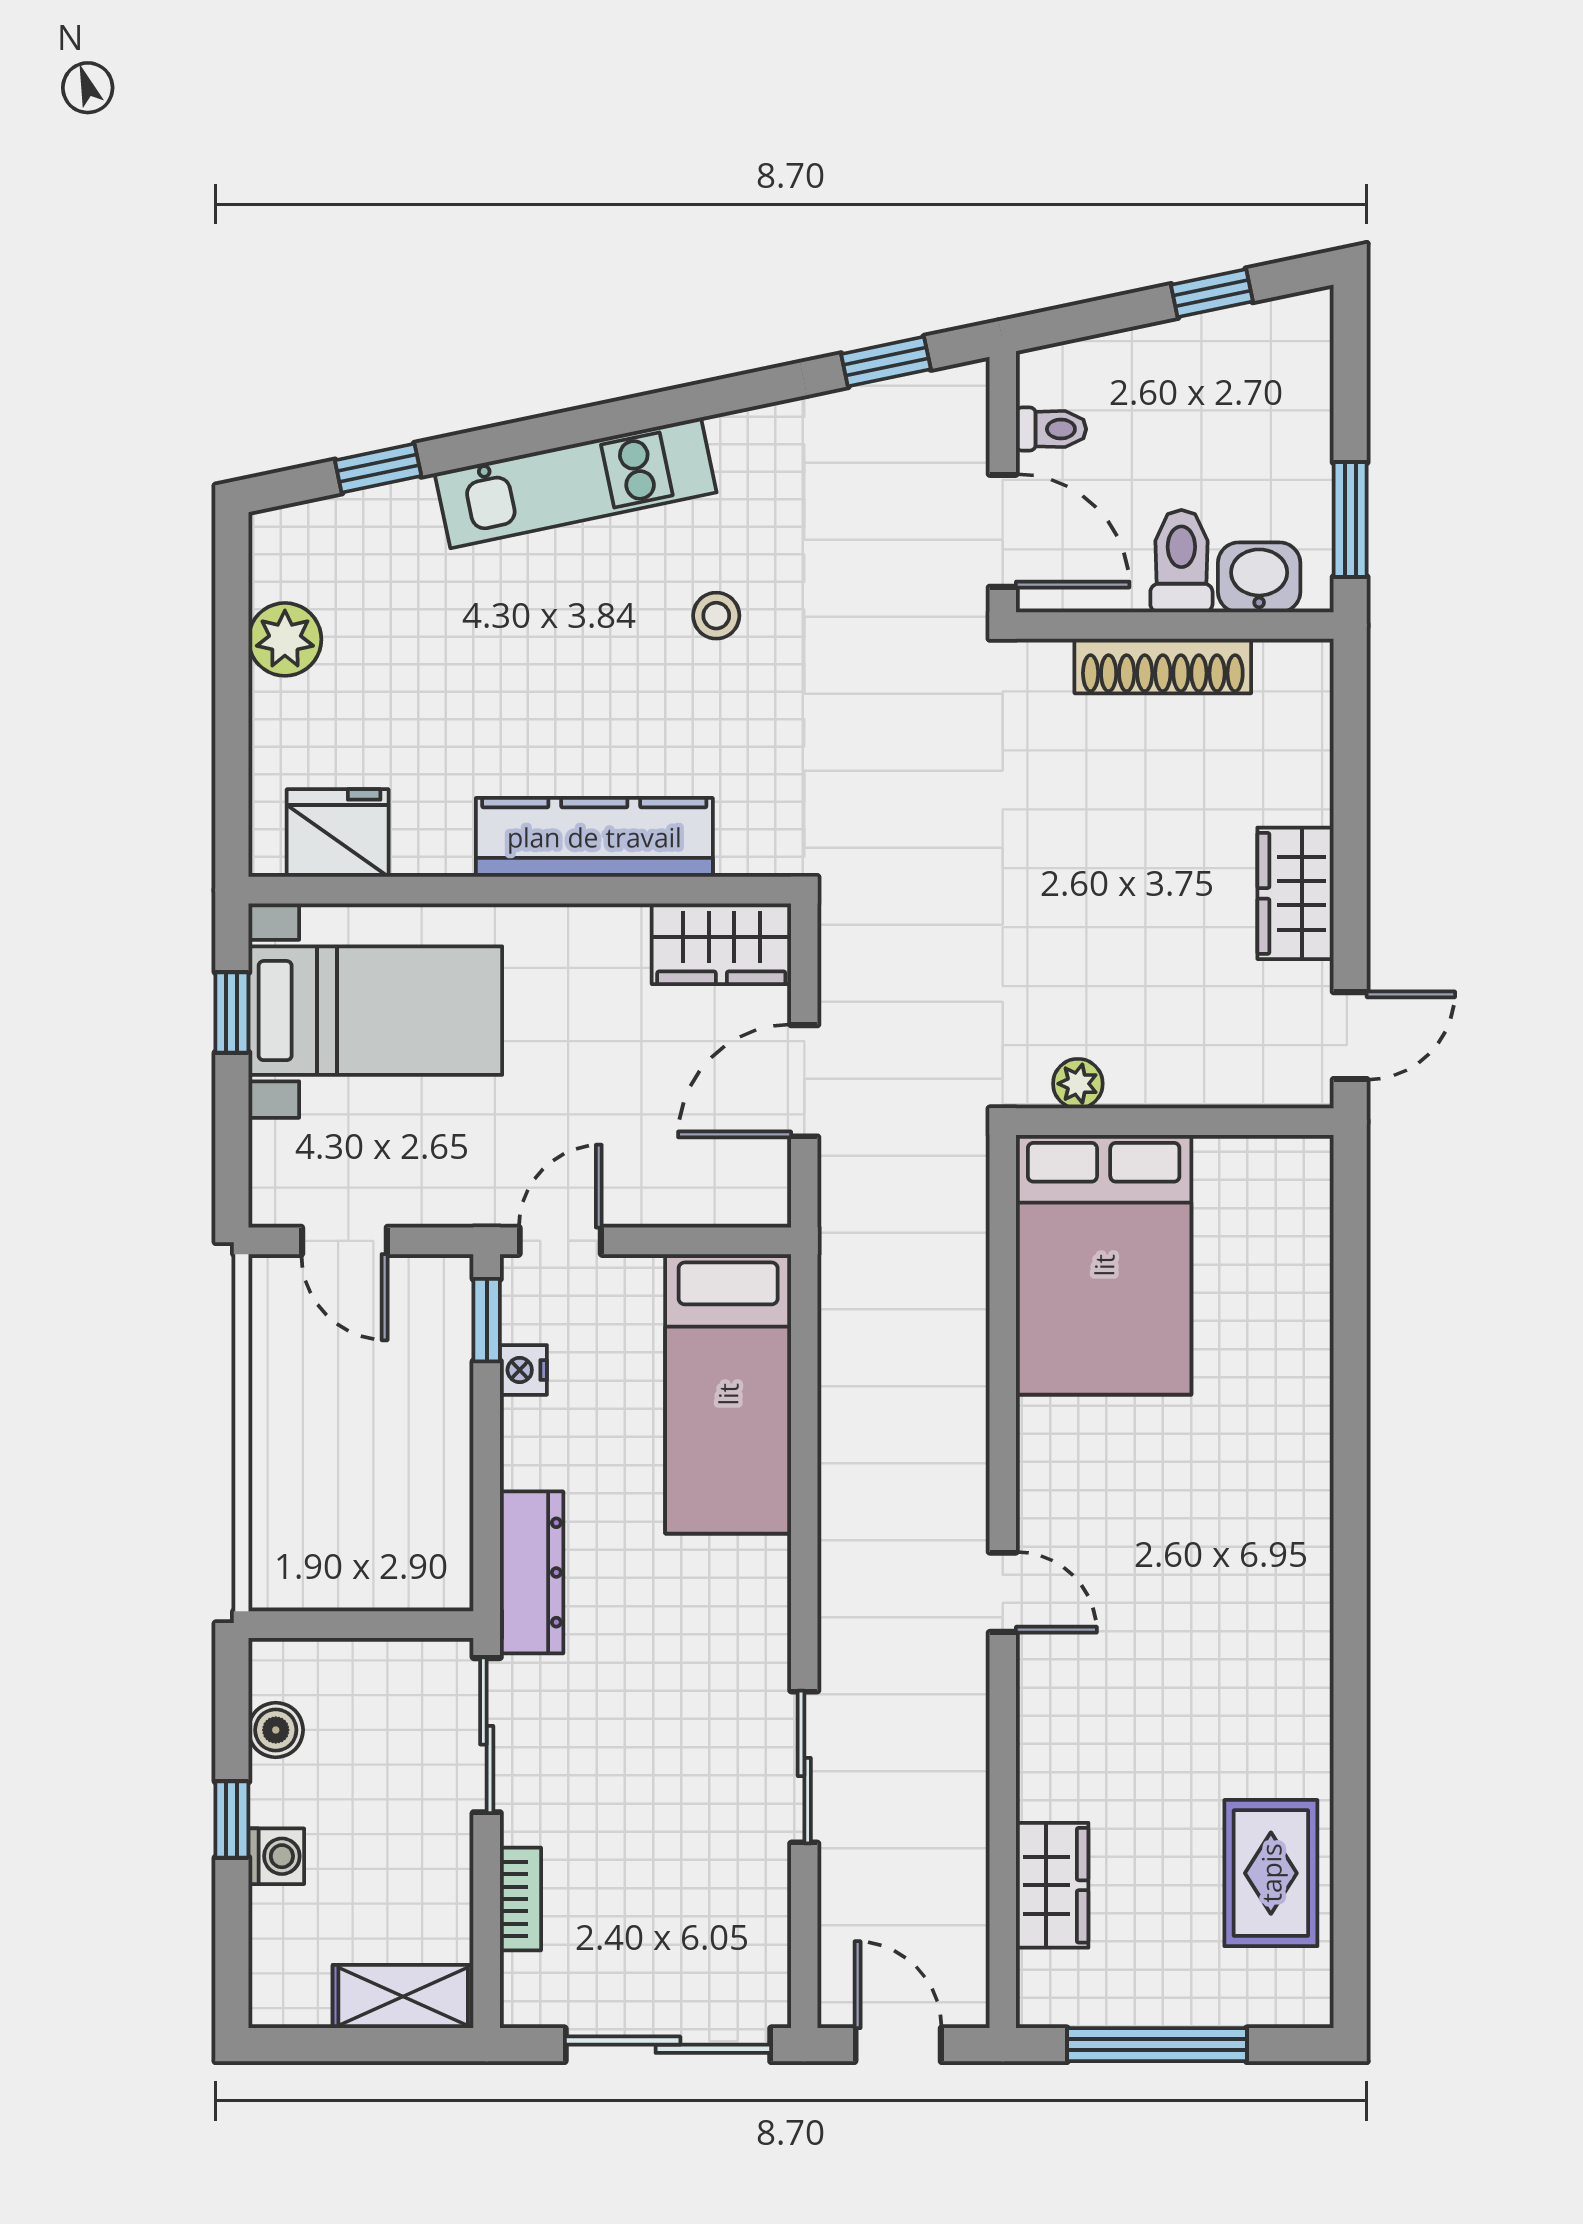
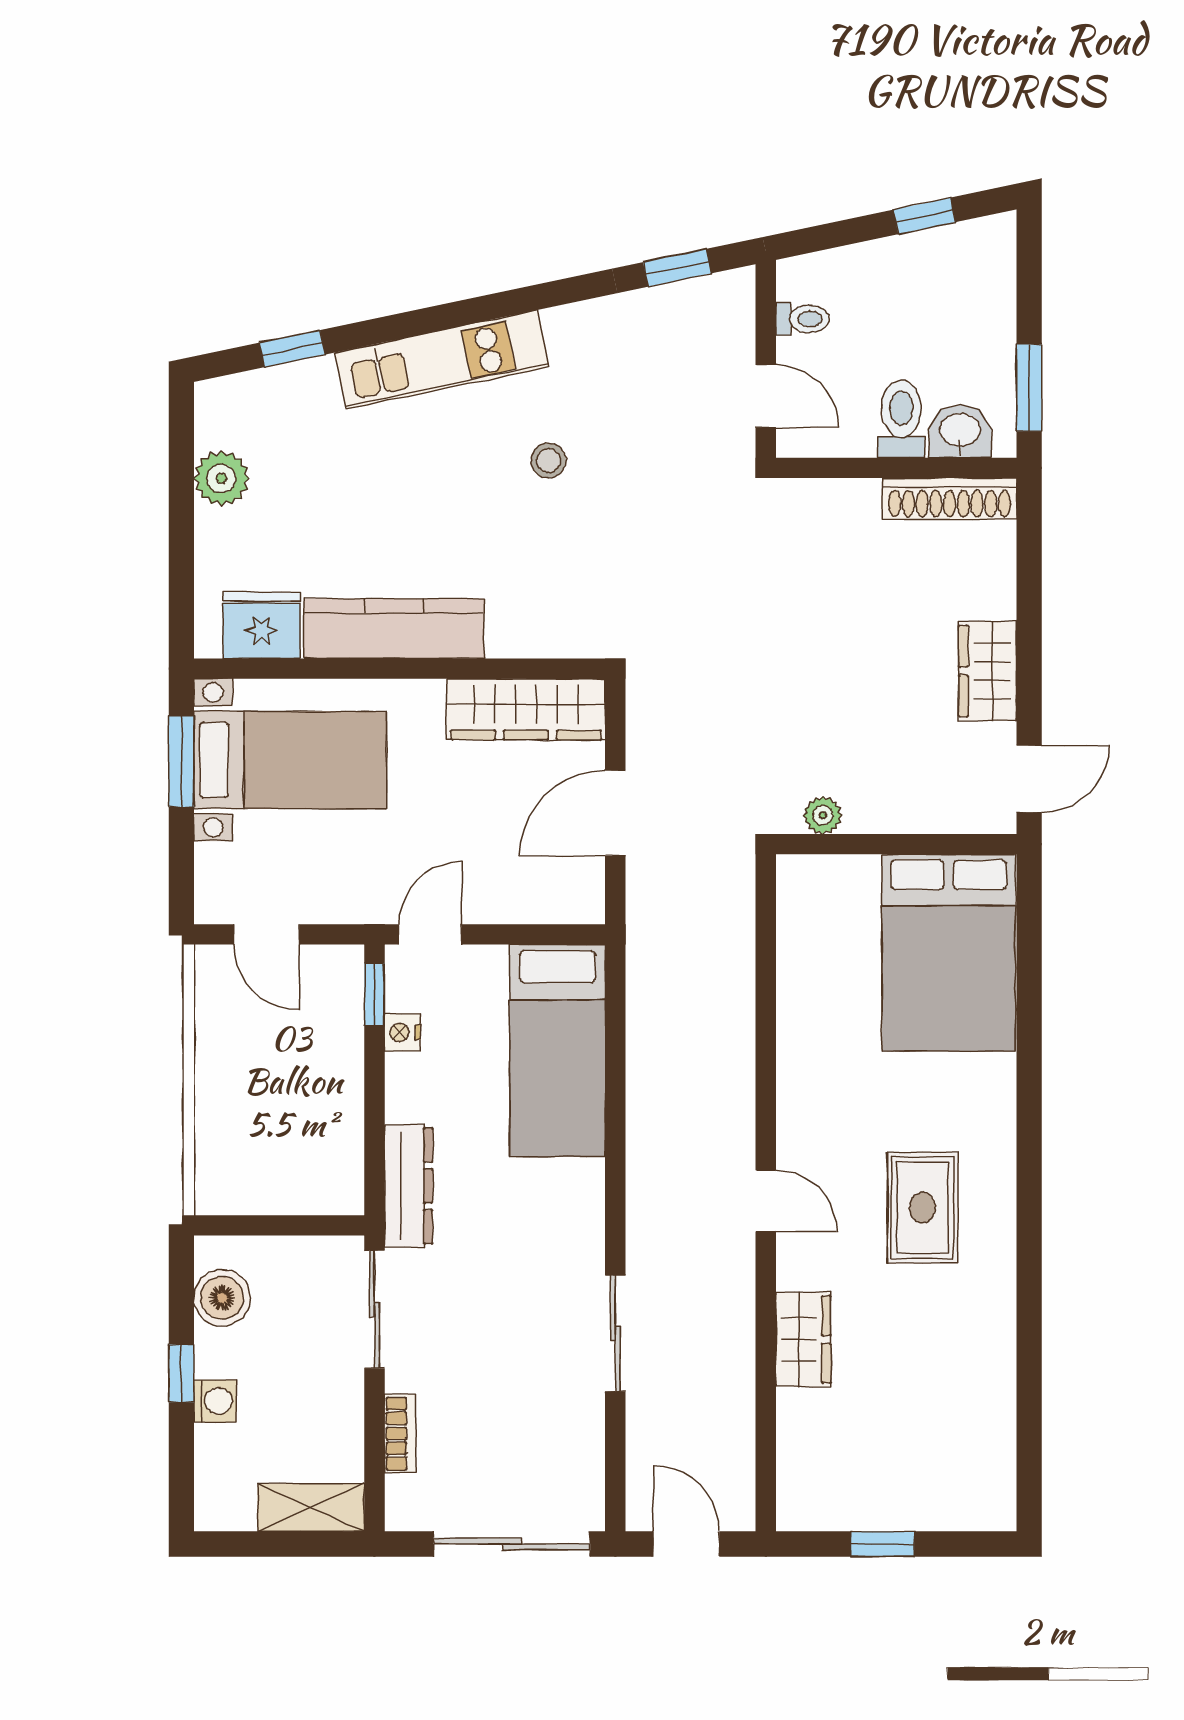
door: (1003, 531) -> (766, 396), width x0.73
shoe rack: (1163, 666) -> (950, 499), moved
kitchen counter: (594, 837) -> (394, 629), moved
wardrobe: (721, 944) -> (526, 709), width x1.50
window: (232, 1012) -> (181, 761), width x1.50
bed: (1104, 1265) -> (949, 953), moved
boiler: (276, 1730) -> (222, 1298), width x1.36, depth x1.36
rug: (1271, 1873) -> (923, 1208), moved
wardrobe: (1052, 1885) -> (803, 1340), moved
window: (1157, 2045) -> (883, 1544), width x0.46

